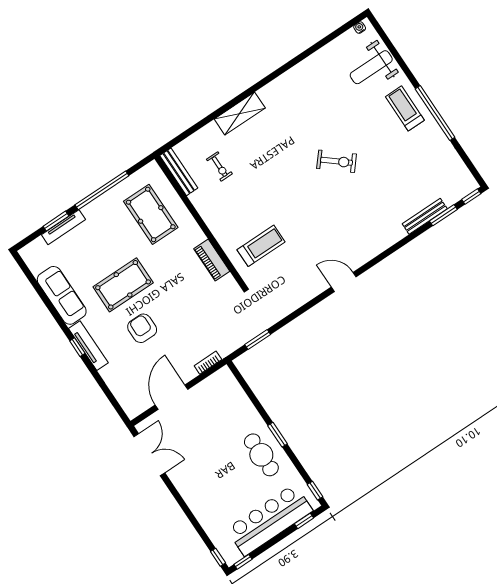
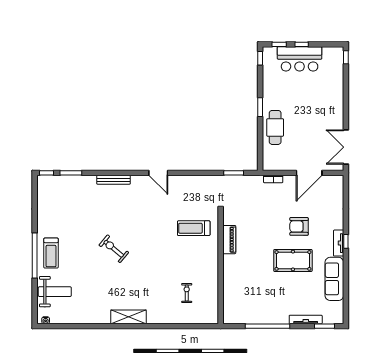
shelving: (240, 113) -> (129, 317), moved
window: (435, 113) -> (35, 256), moved
bench: (179, 172) -> (214, 306), removed
pool table: (151, 214) -> (248, 292), removed
bench: (425, 216) -> (113, 180), moved
window: (56, 221) -> (324, 326), moved
armchair: (142, 328) -> (299, 226), turned 90
tv unit: (88, 346) -> (339, 243), width x0.71
cafe table: (261, 455) -> (275, 127), moved
bar counter: (270, 520) -> (300, 59), width x0.73
window: (243, 562) -> (302, 44), moved

